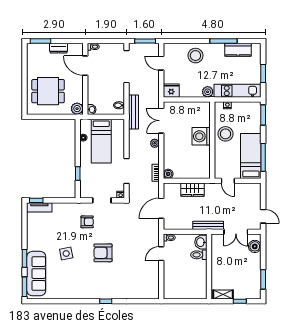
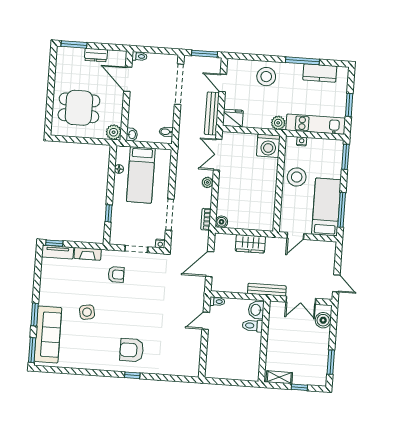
bench: (133, 112) -> (212, 113), moved
washing machine: (201, 136) -> (268, 146), moved, turned -90
door: (228, 181) -> (295, 236), hinge flipped
fireplace: (63, 207) -> (88, 254), added
armchair: (103, 253) -> (132, 350), moved

